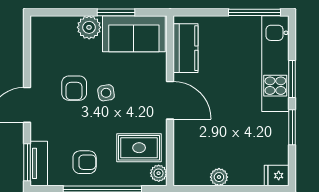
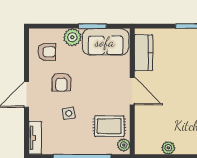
side table: (106, 93) -> (69, 113), moved
window: (27, 162) -> (27, 137), removed
armchair: (85, 162) -> (47, 52), moved

